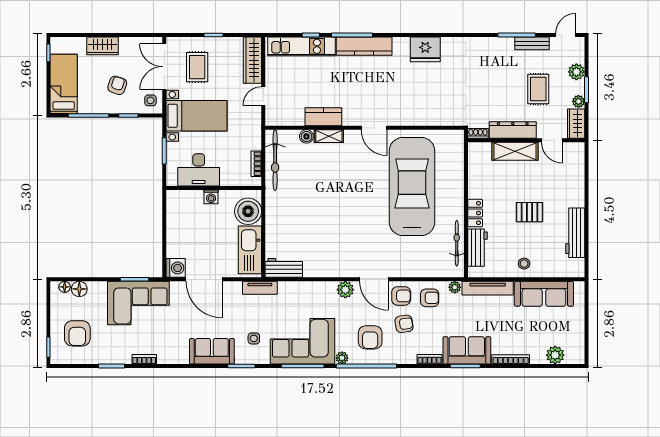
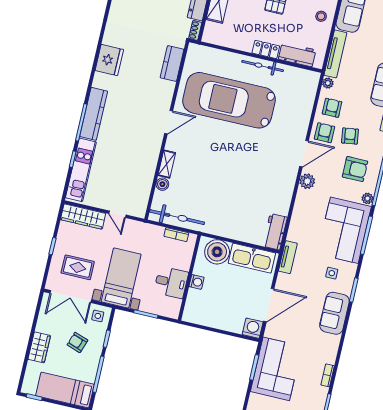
kitchen counter: (323, 117) -> (172, 63), moved
desk: (199, 170) -> (171, 282), width x0.73
bicycle: (457, 243) -> (263, 66), moved

